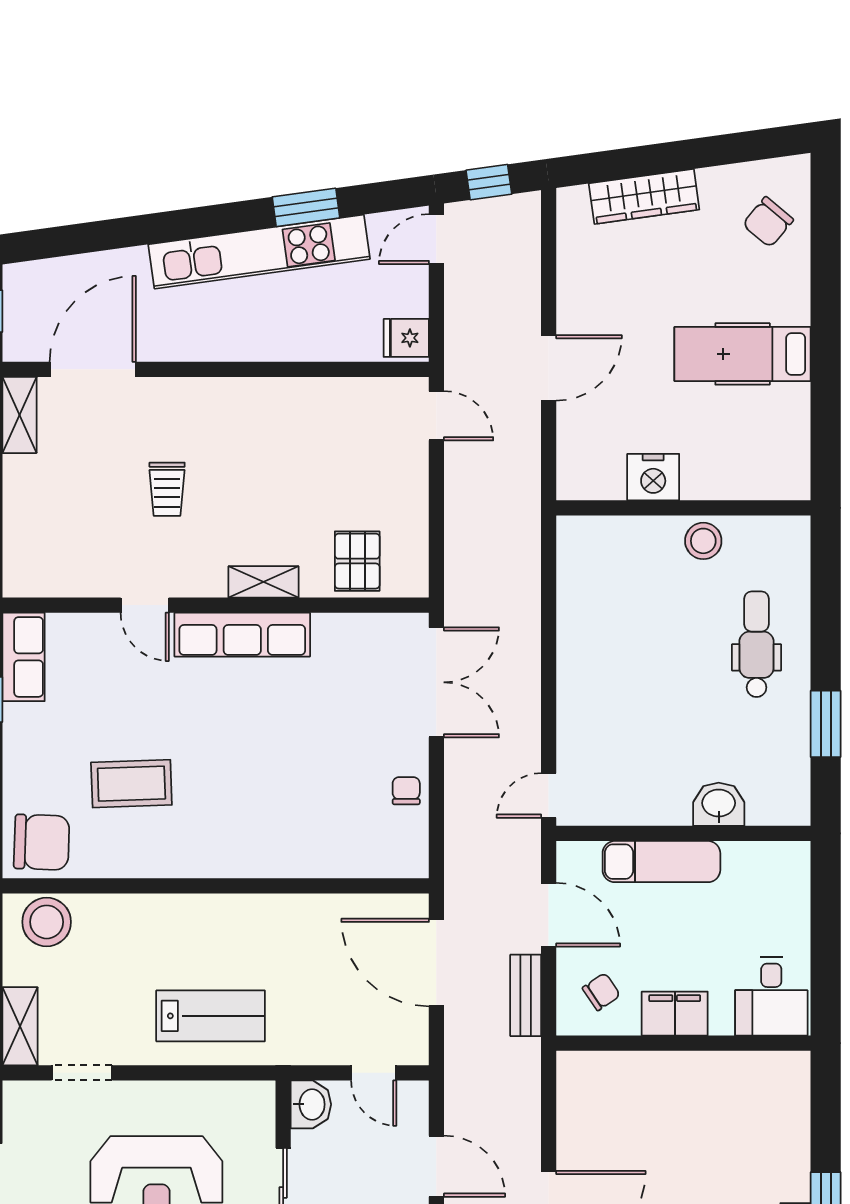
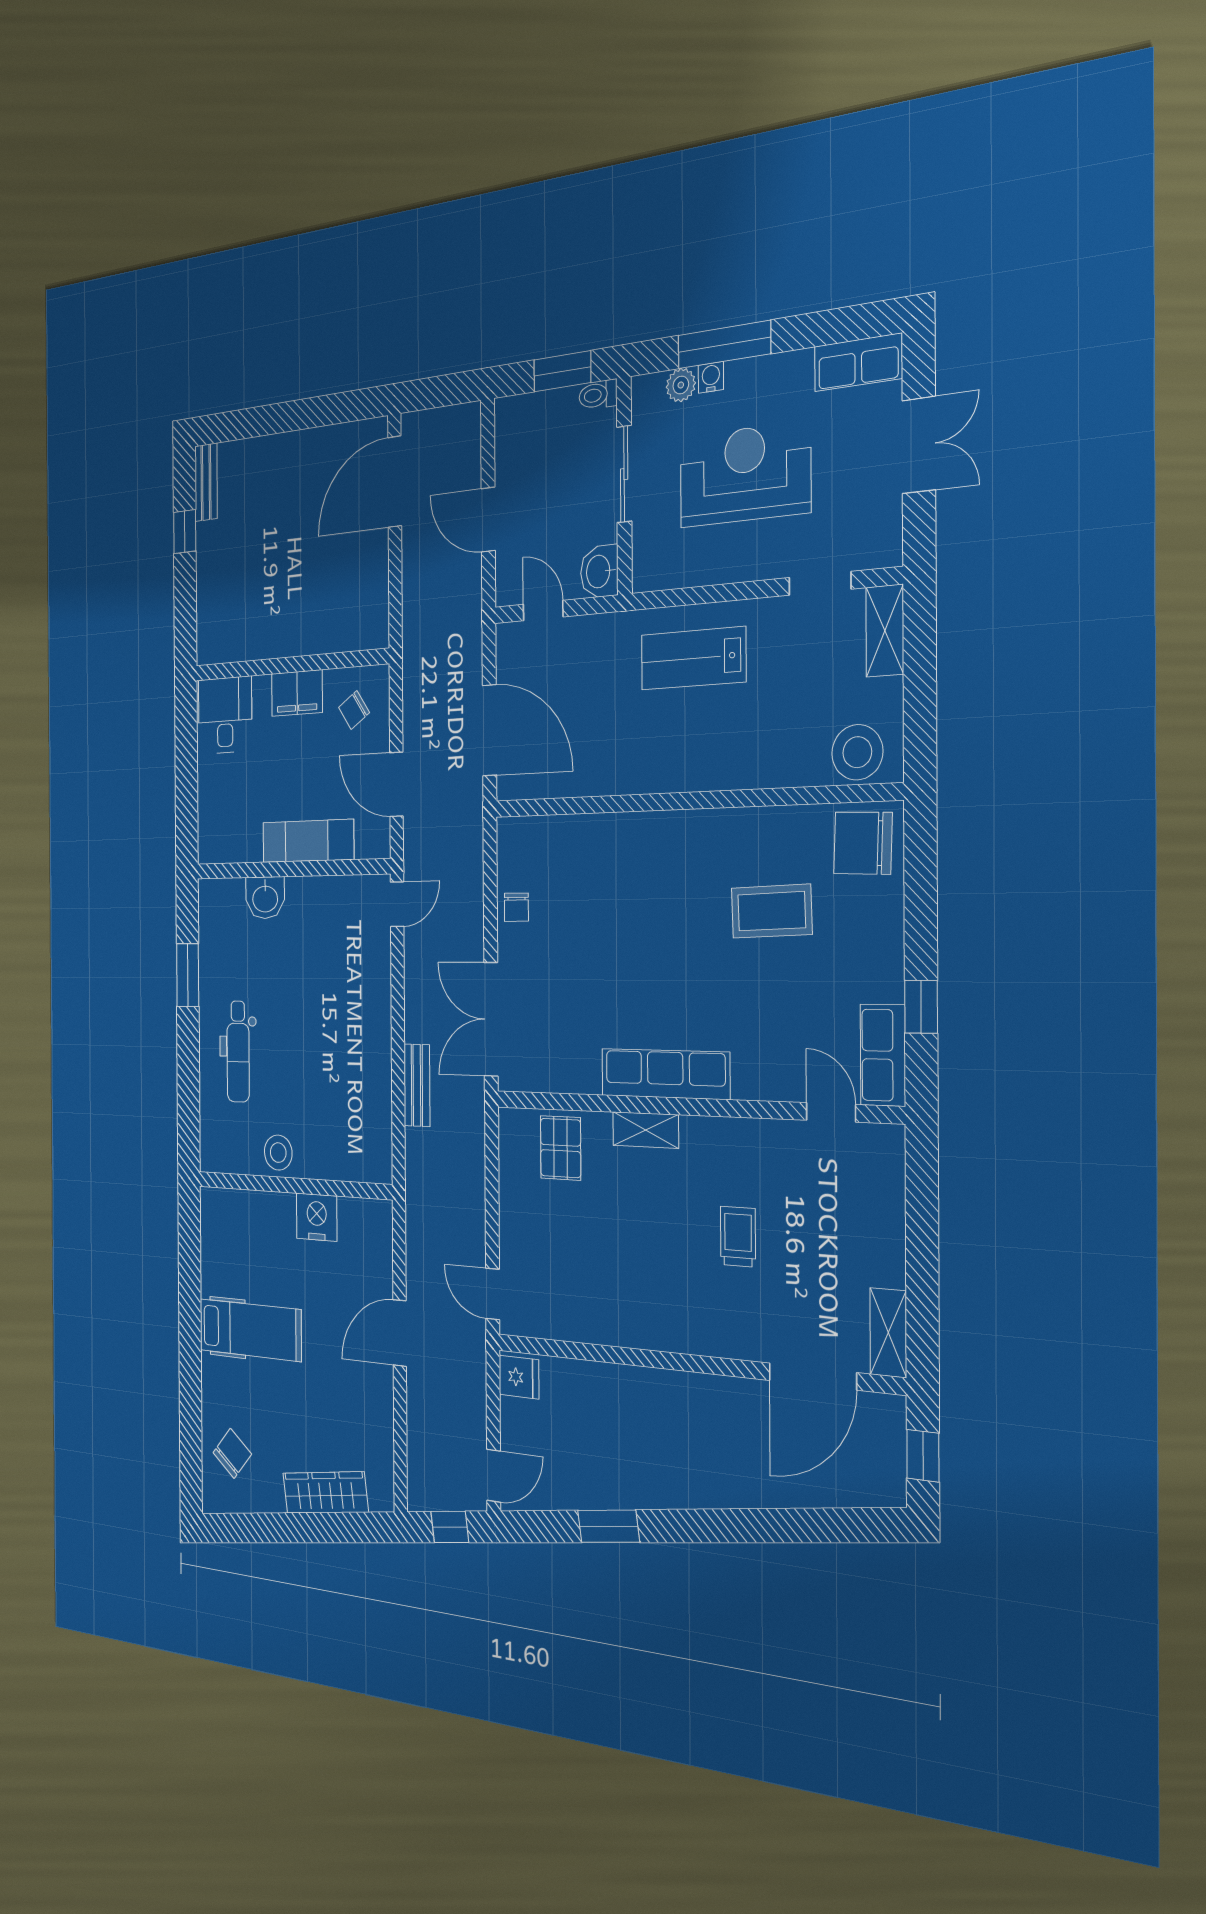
kitchen unit: (259, 252) -> (651, 1485), removed
door: (145, 605) -> (831, 1112), moved
bench: (526, 995) -> (417, 1085), moved

